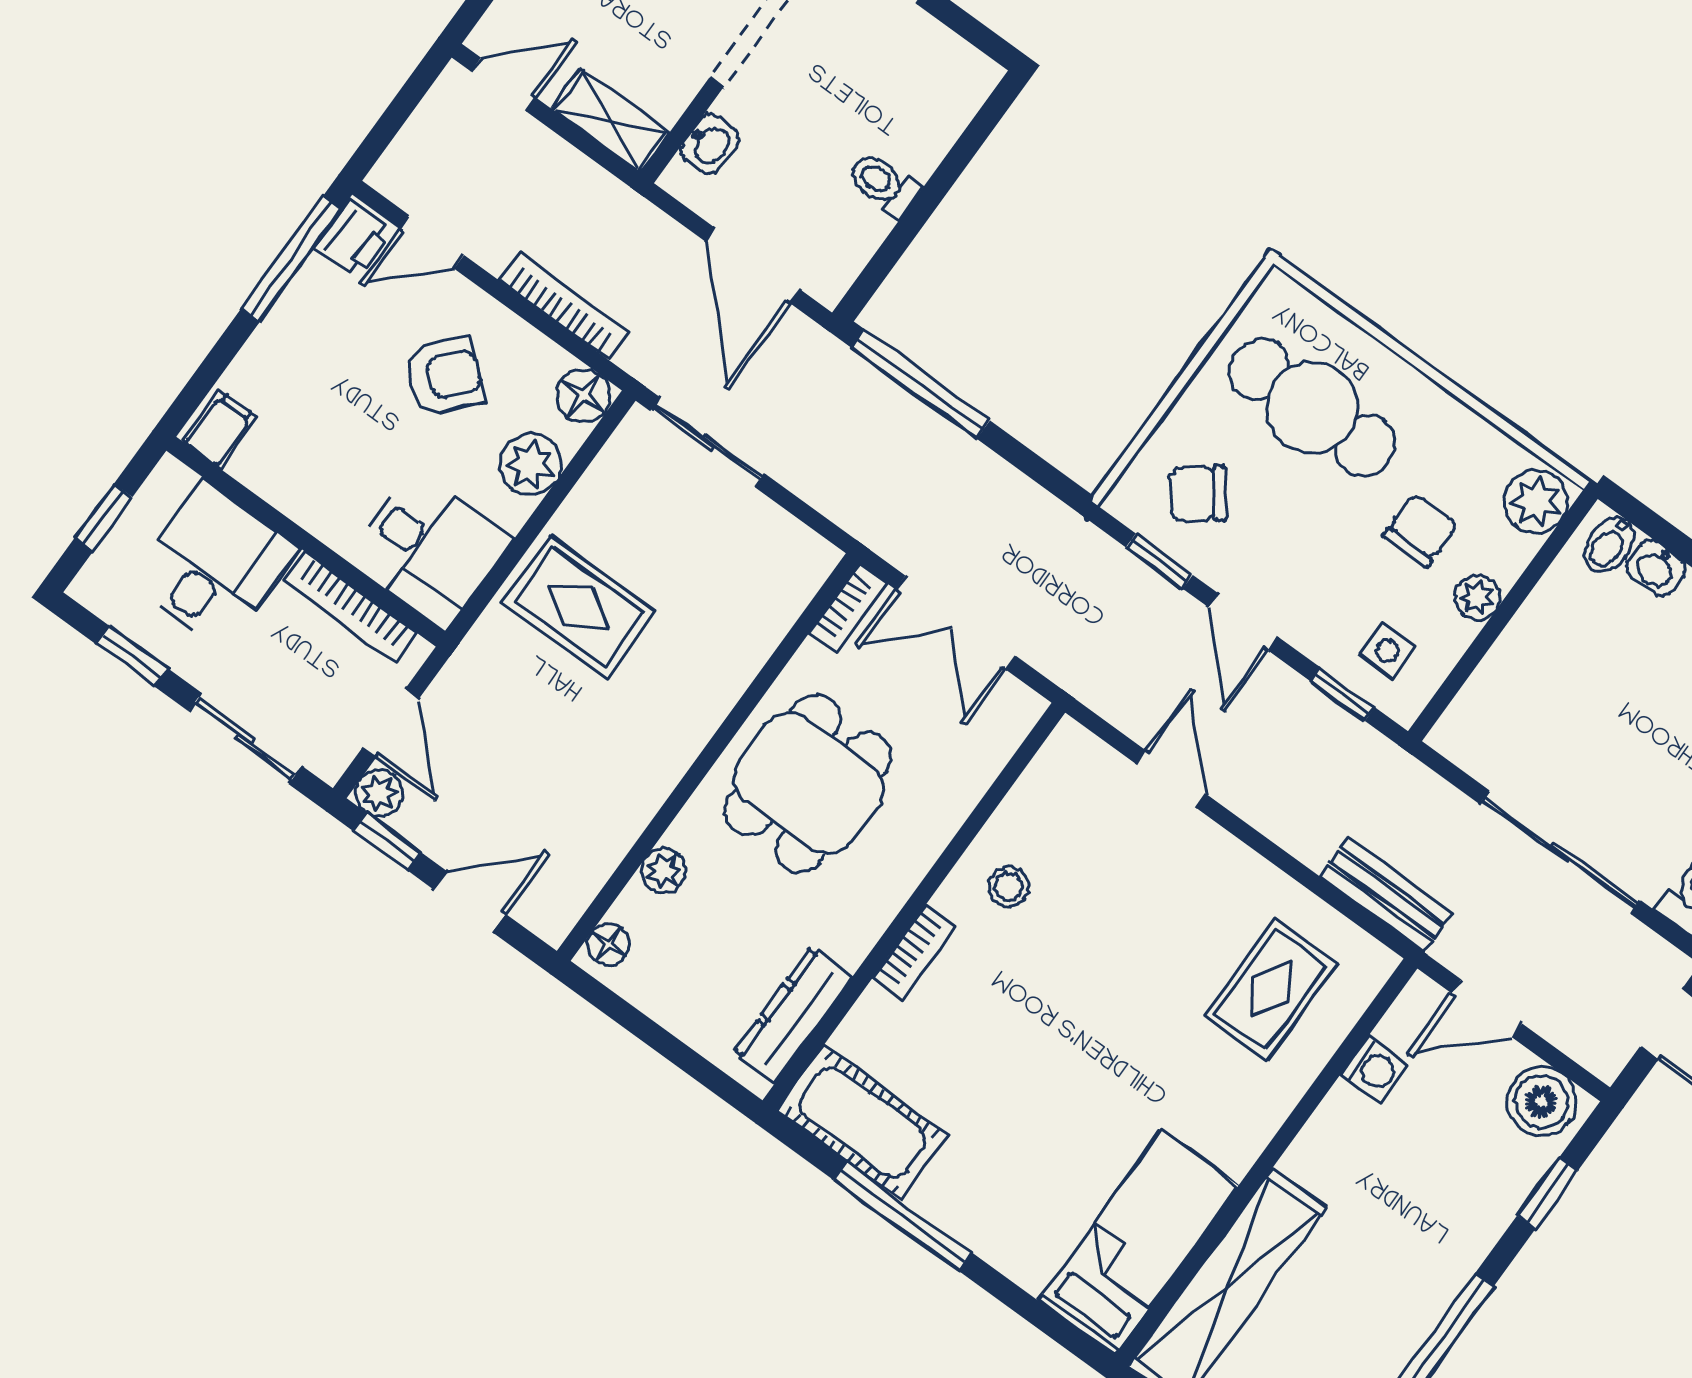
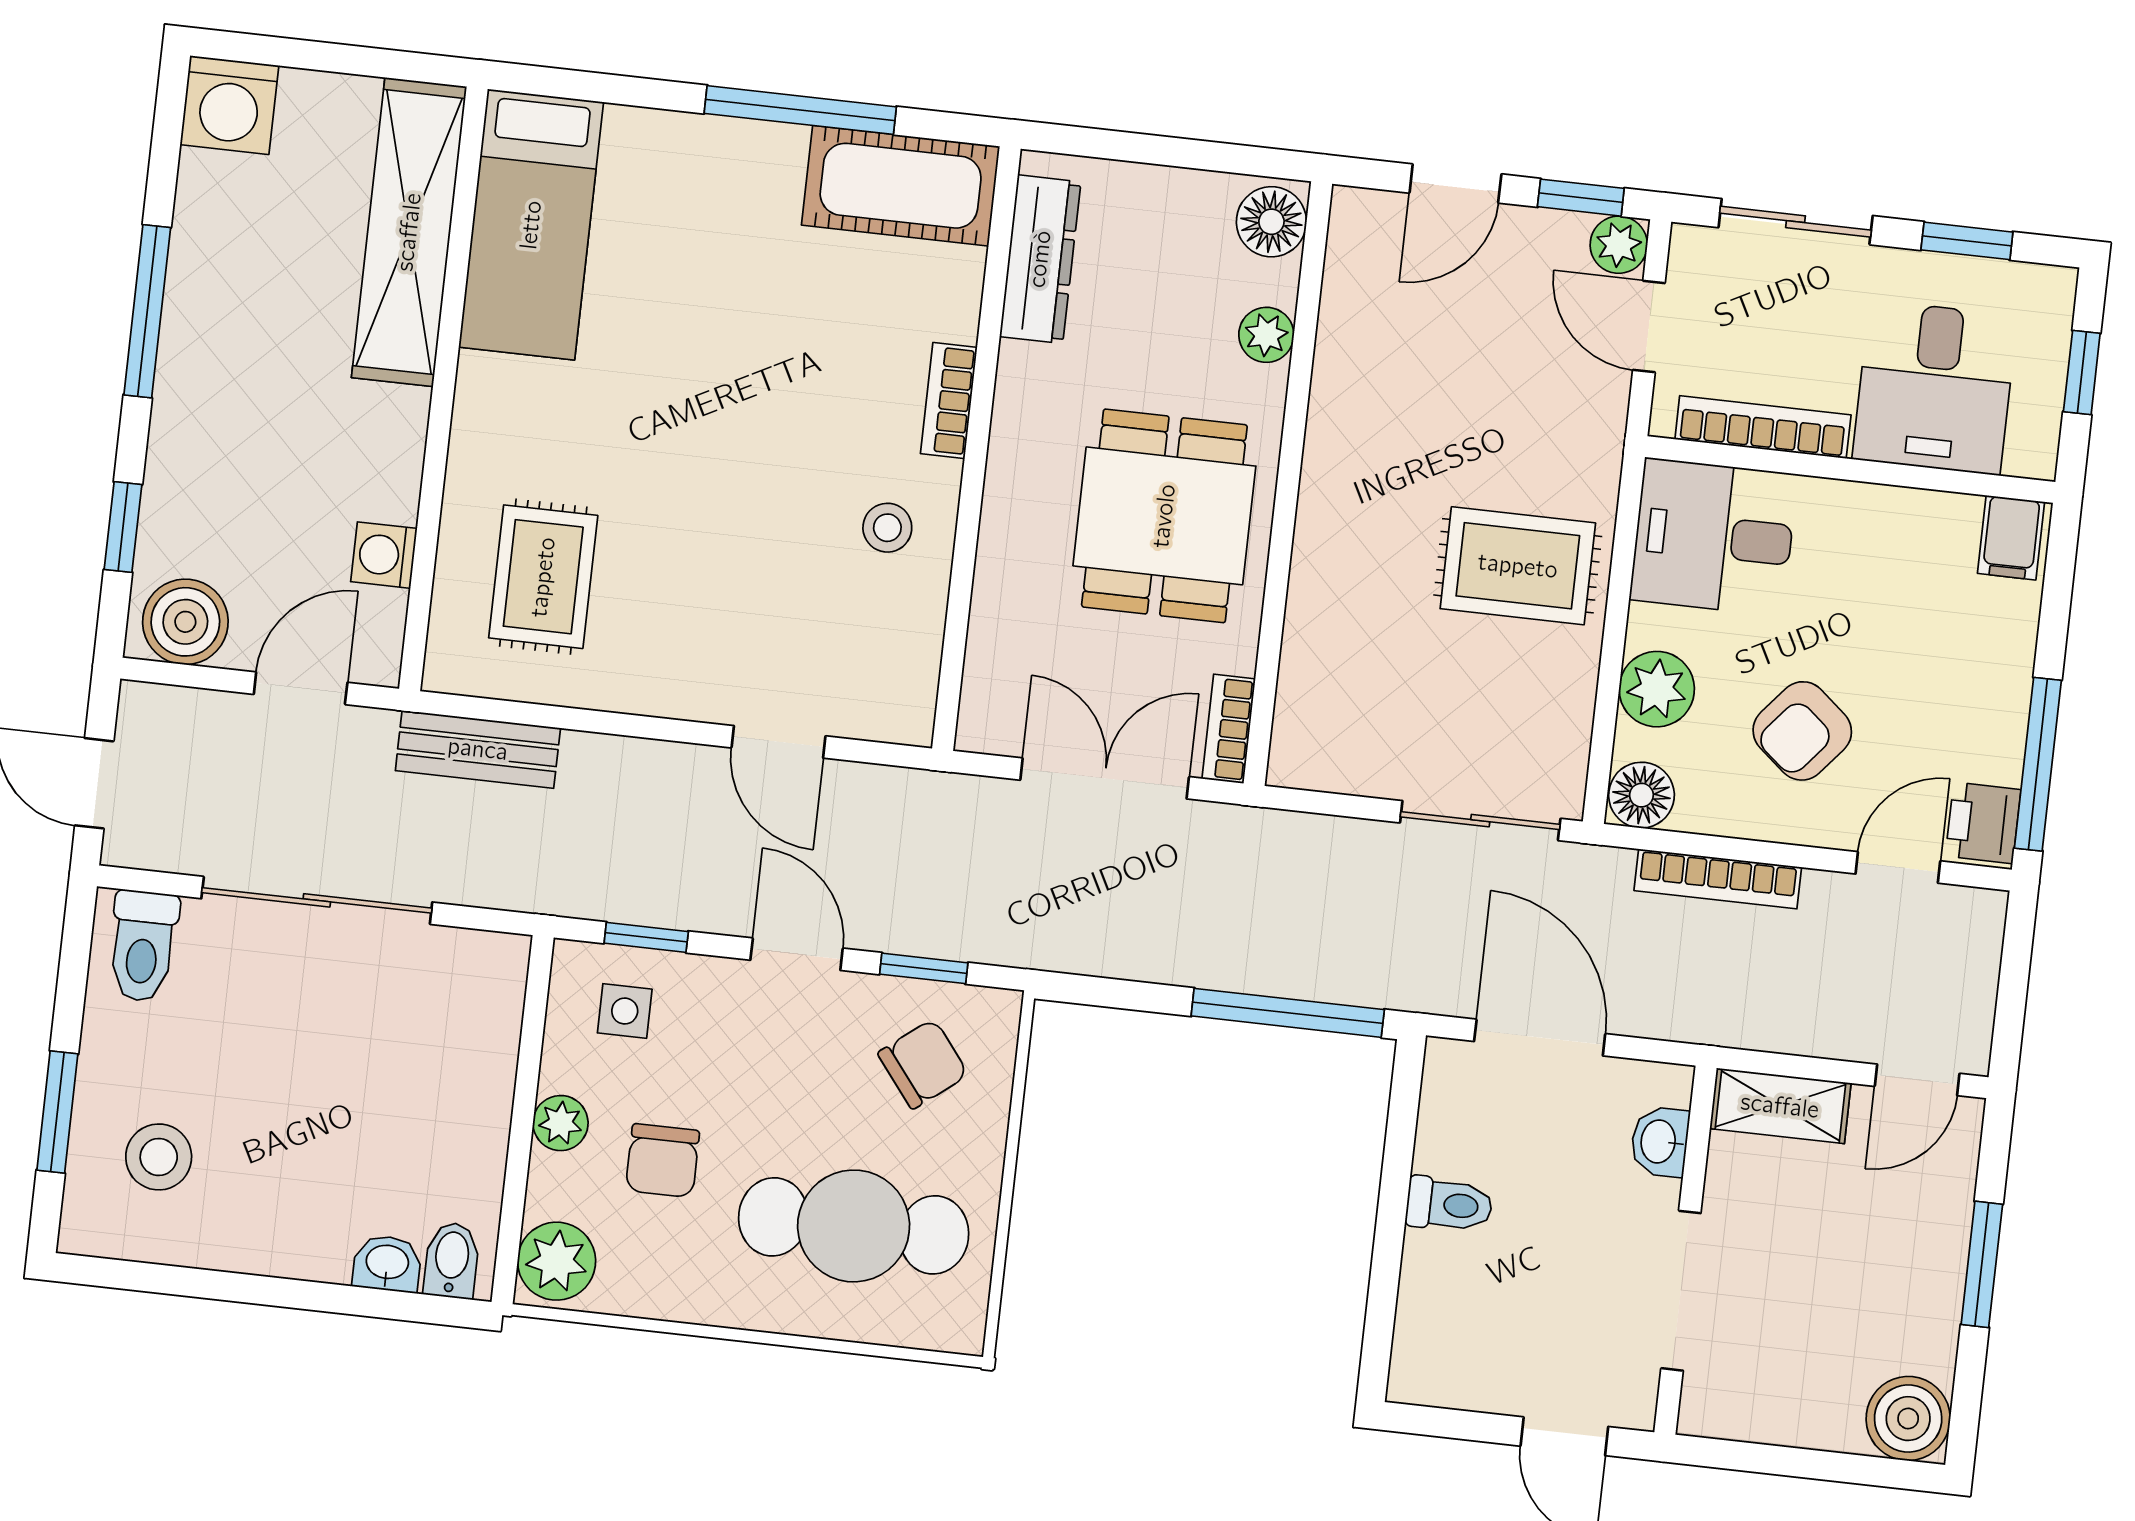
floor lamp: (609, 944) -> (1271, 222), width x1.37, depth x1.37

